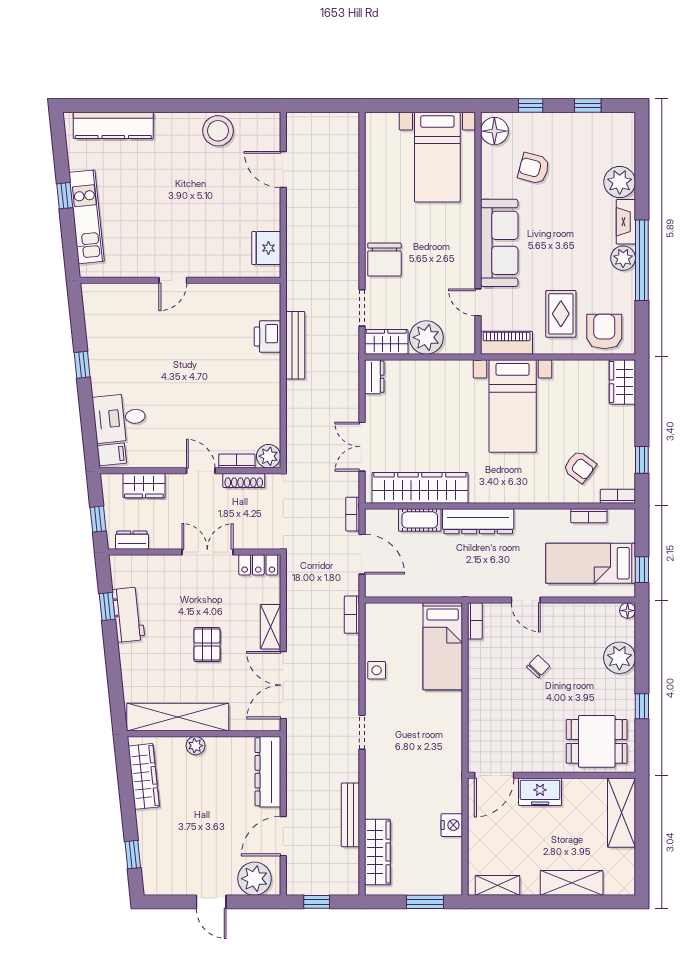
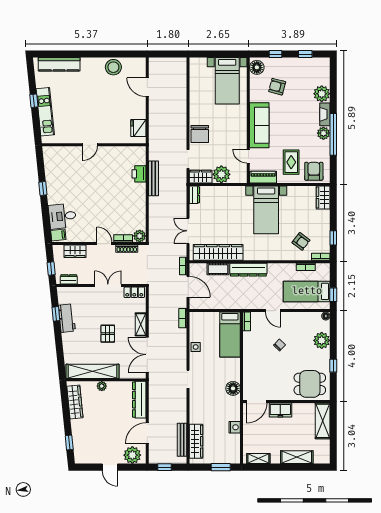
floor lamp: (449, 750) -> (233, 388), added
bench: (350, 815) -> (182, 440), moved

